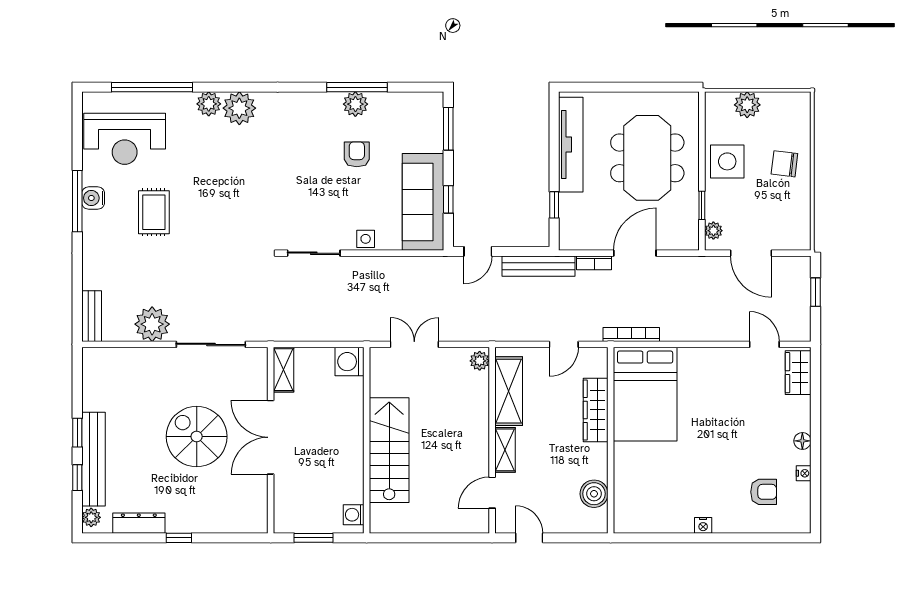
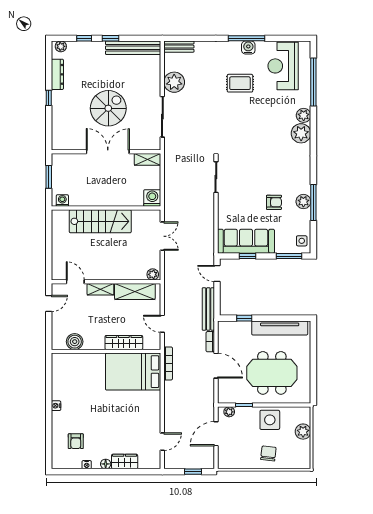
side table: (366, 239) -> (302, 241), moved
wardrobe: (798, 373) -> (125, 462), moved
bench: (94, 459) -> (133, 48), moved

